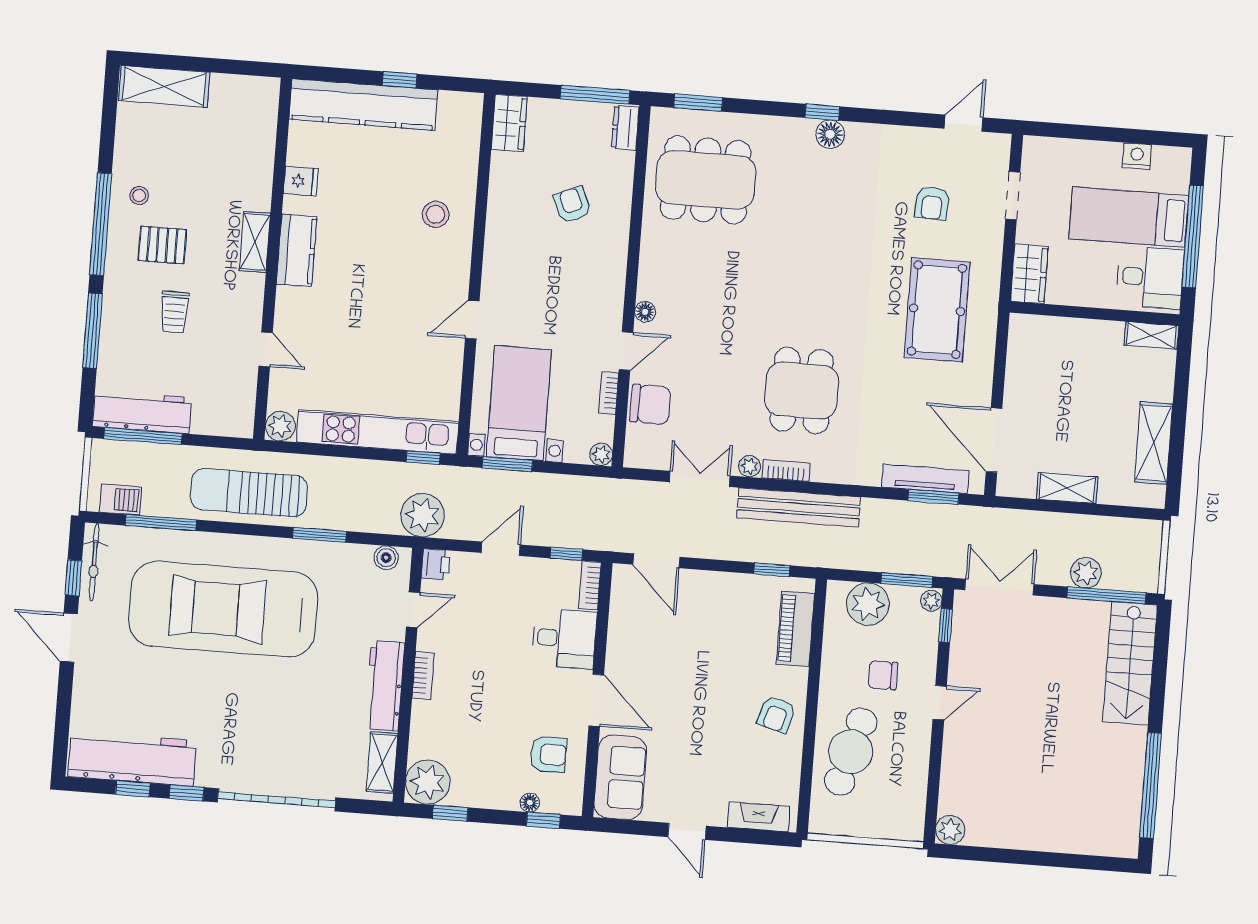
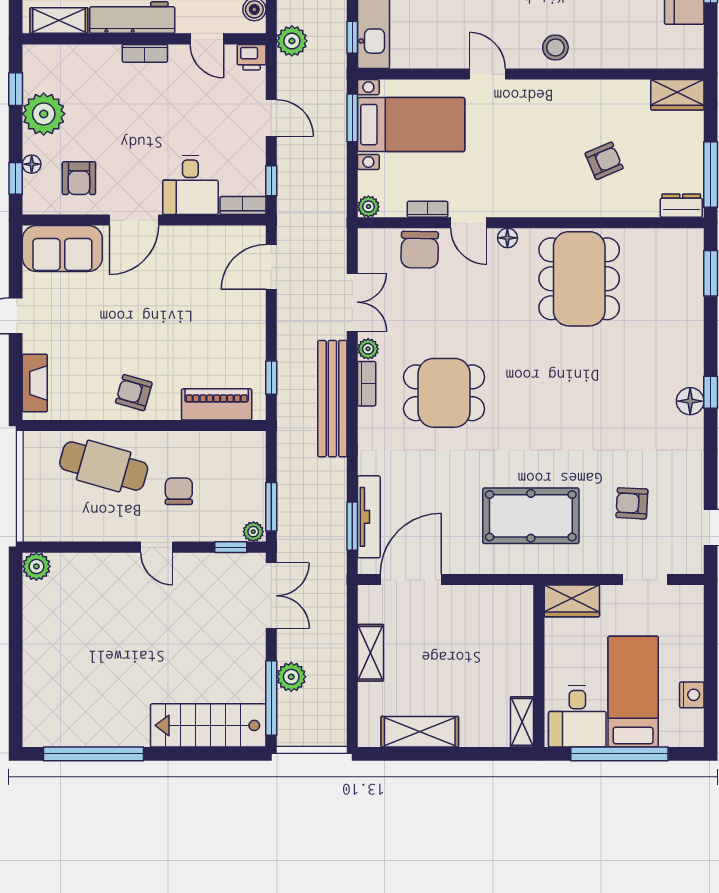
dining table: (706, 180) -> (579, 279), moved
stool: (436, 214) -> (555, 48), moved
plant: (423, 515) -> (292, 41), width x0.73, depth x0.73
plant: (868, 604) -> (245, 471), removed
plant: (428, 782) -> (44, 114), moved

